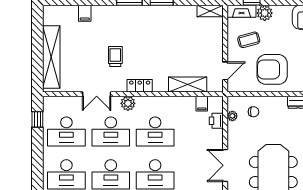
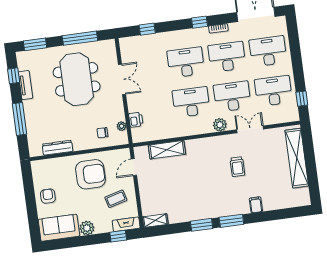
filing cabinet: (85, 13) -> (256, 205), moved
plant: (265, 13) -> (87, 228), moved
locker: (140, 86) -> (211, 143), removed
filing cabinet: (202, 104) -> (151, 134), removed

